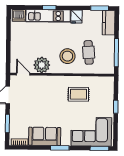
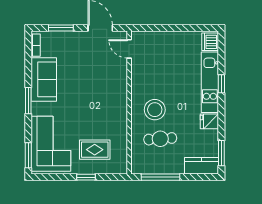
plant: (42, 65) -> (142, 74), removed
door: (23, 74) -> (129, 49), swing flipped
rug: (78, 94) -> (95, 150), moved, turned 90

